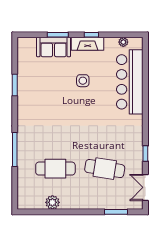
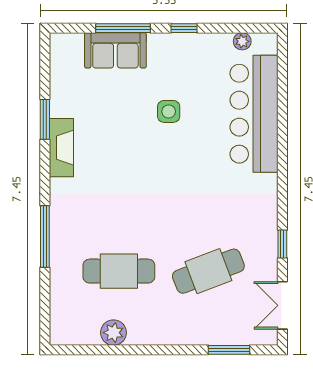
window: (58, 35) -> (123, 28), width x1.44
fireplace: (88, 44) -> (61, 148), moved, turned -90
cafe table: (105, 169) -> (208, 271), turned -30

